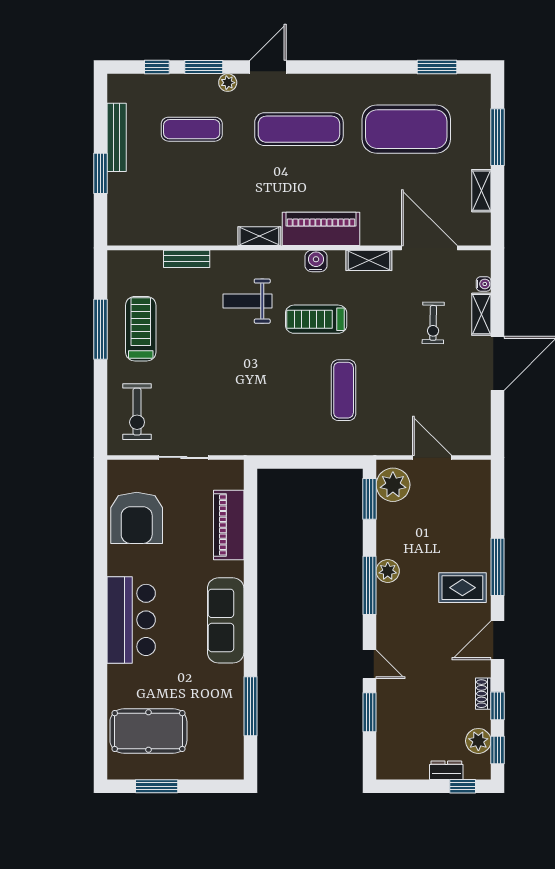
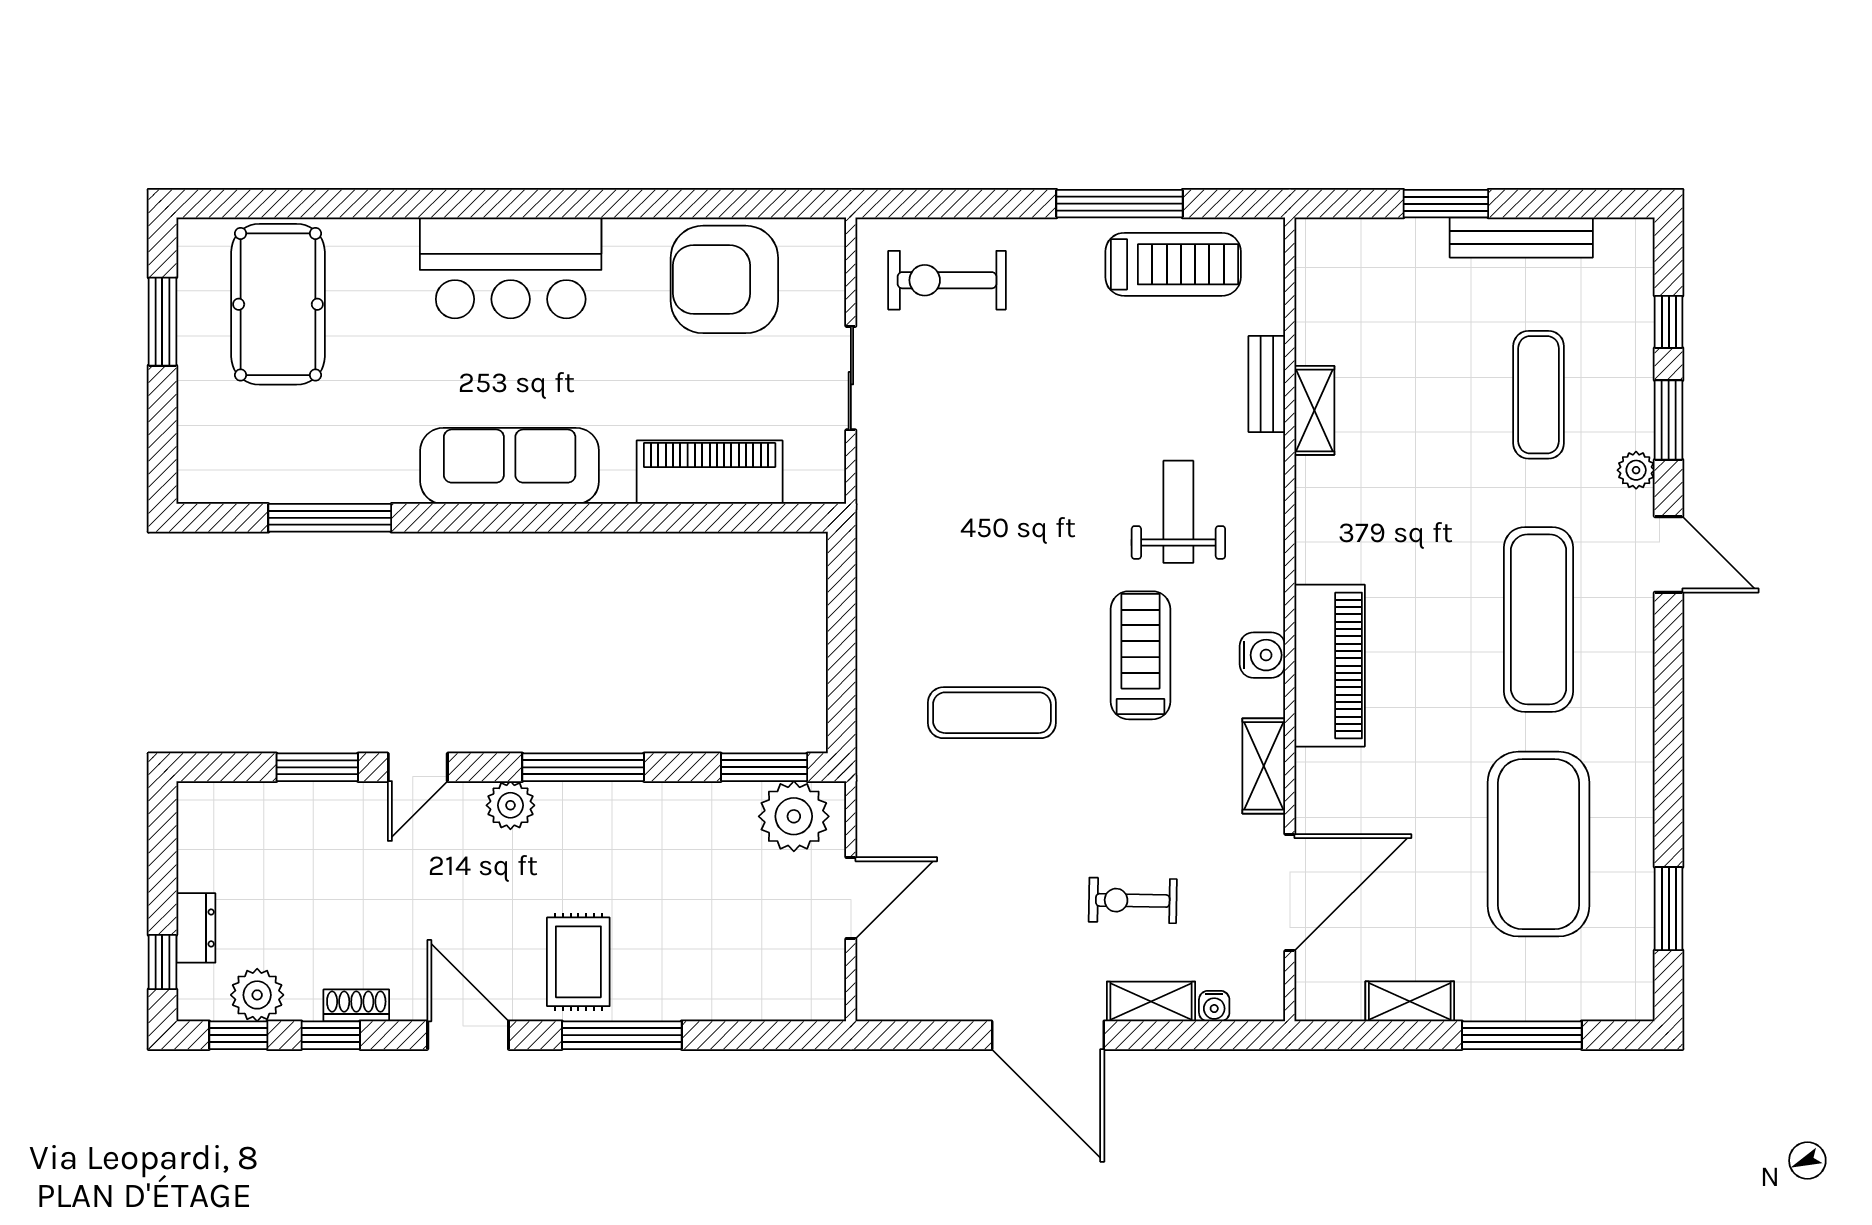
shelving: (259, 236) -> (1314, 410), moved
treadmill: (141, 329) -> (1173, 264), moved
plant: (388, 571) -> (510, 805), moved

